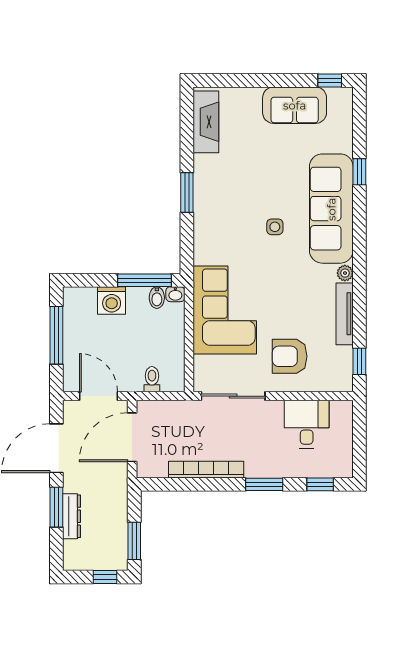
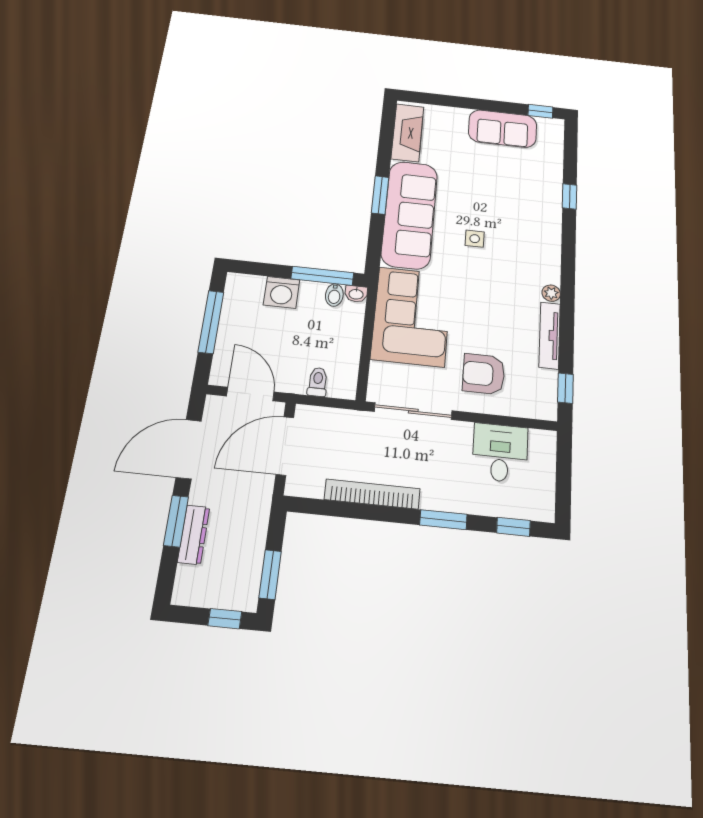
sofa: (331, 209) -> (410, 214), moved, turned 180

